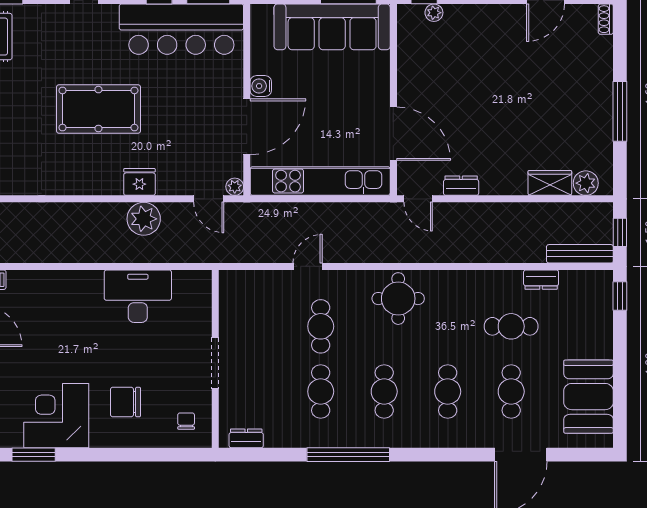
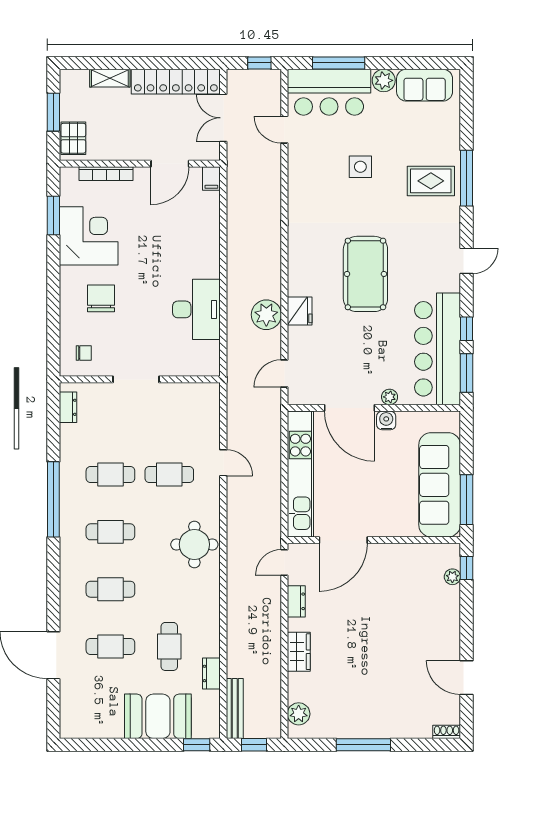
wardrobe: (550, 183) -> (299, 652), moved
plant: (235, 187) -> (390, 397), moved
booth: (588, 397) -> (158, 716), moved

